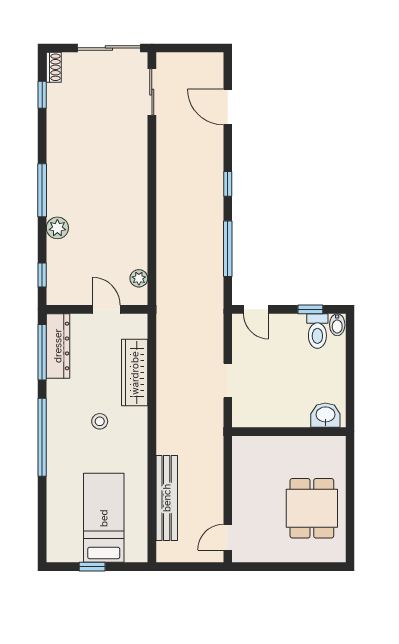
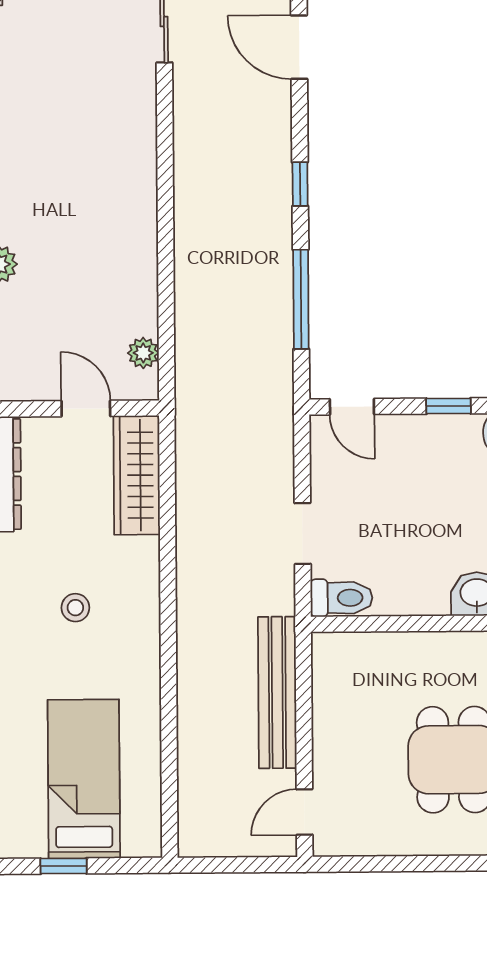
toilet: (317, 331) -> (341, 598), moved, turned -90
wardrobe: (135, 373) -> (137, 475), moved
bench: (167, 498) -> (277, 692), moved

